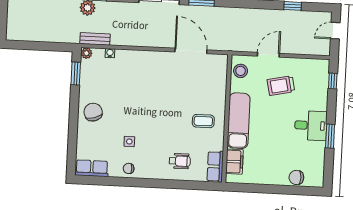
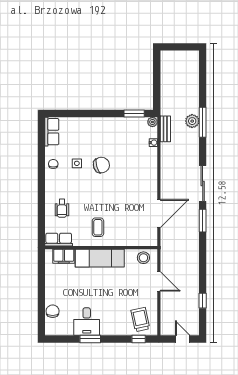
trolley: (281, 86) -> (140, 320), moved
chair: (93, 112) -> (101, 165), moved
desk: (311, 125) -> (87, 322), moved

